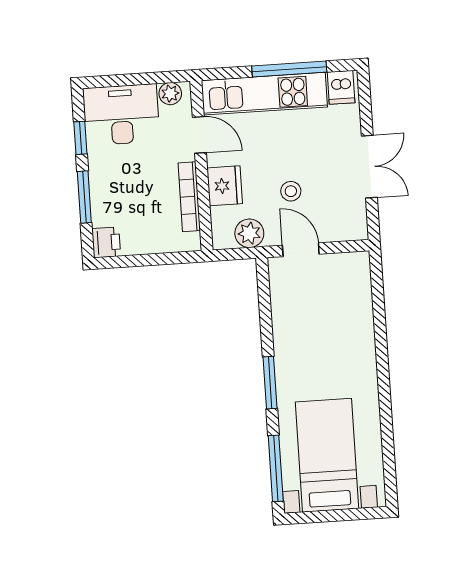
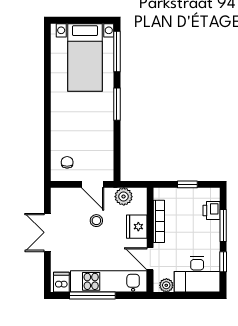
printer: (106, 242) -> (212, 211), moved
window: (147, 260) -> (187, 184), added
chair: (345, 283) -> (67, 162), added

